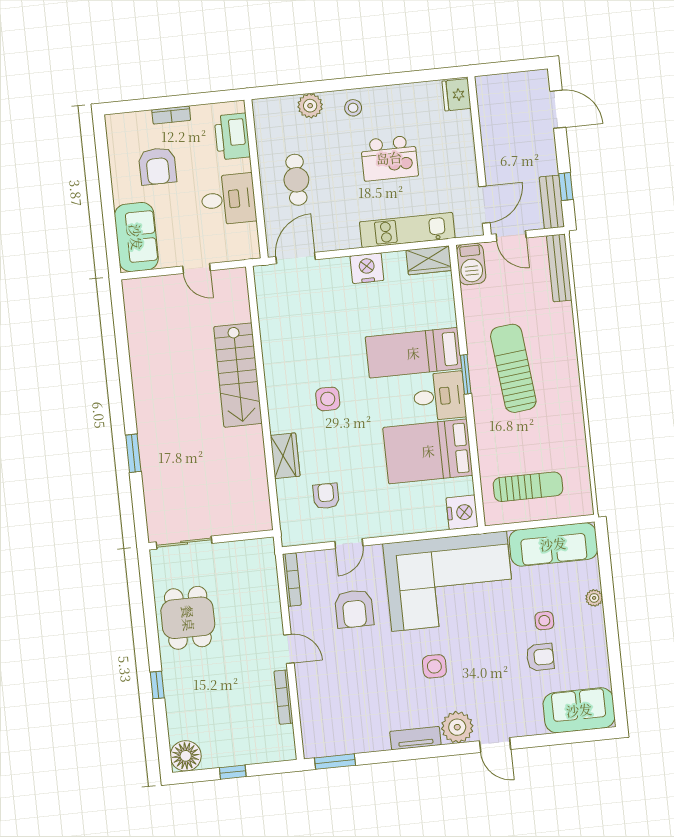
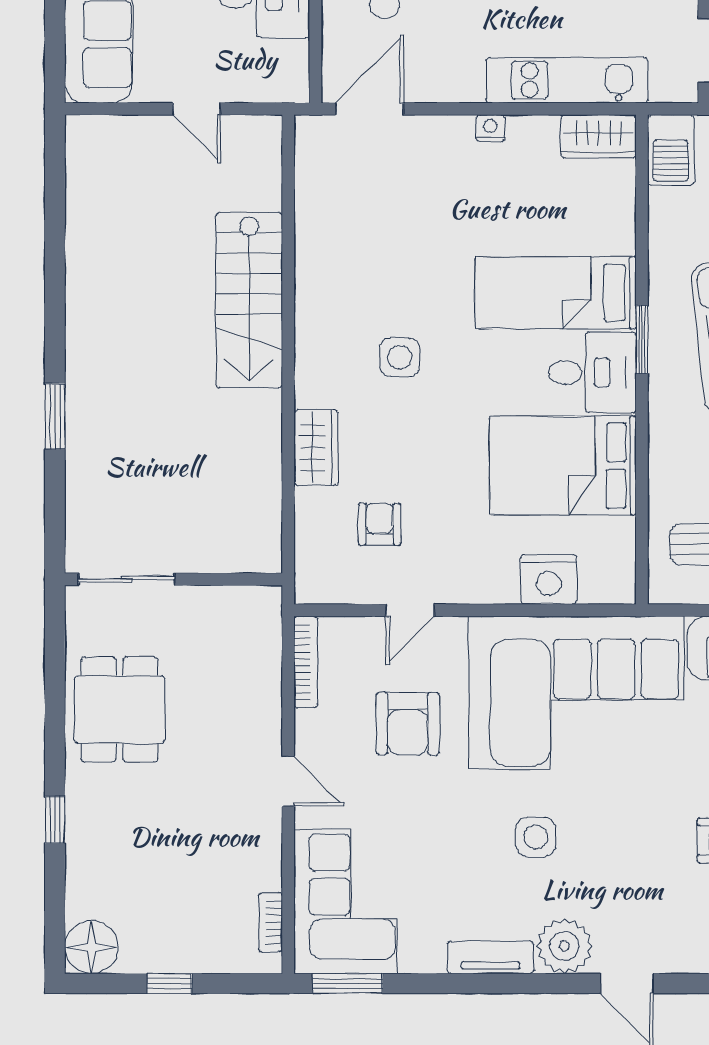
nightstand: (367, 268) -> (490, 128), width x0.53, depth x0.56
nightstand: (462, 512) -> (549, 579), moved, turned 90
bookcase: (284, 697) -> (270, 922), moved, width x0.64
corner sofa: (329, 715) -> (346, 902), added

